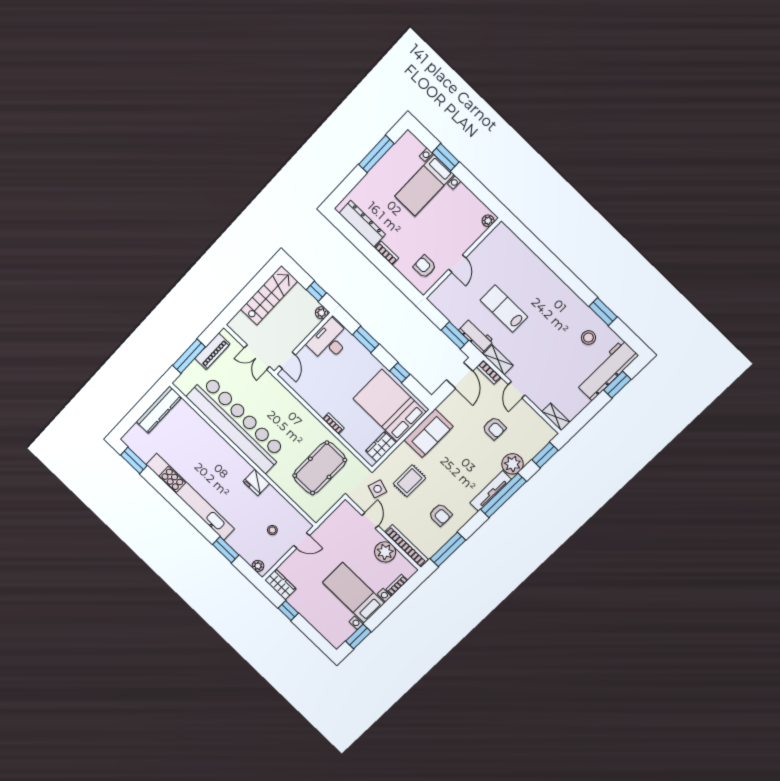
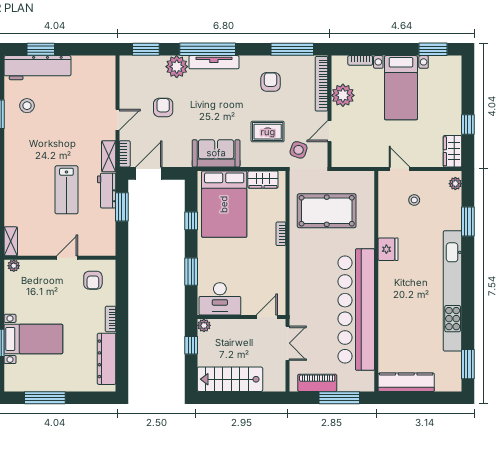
shelving: (556, 417) -> (11, 241), moved

